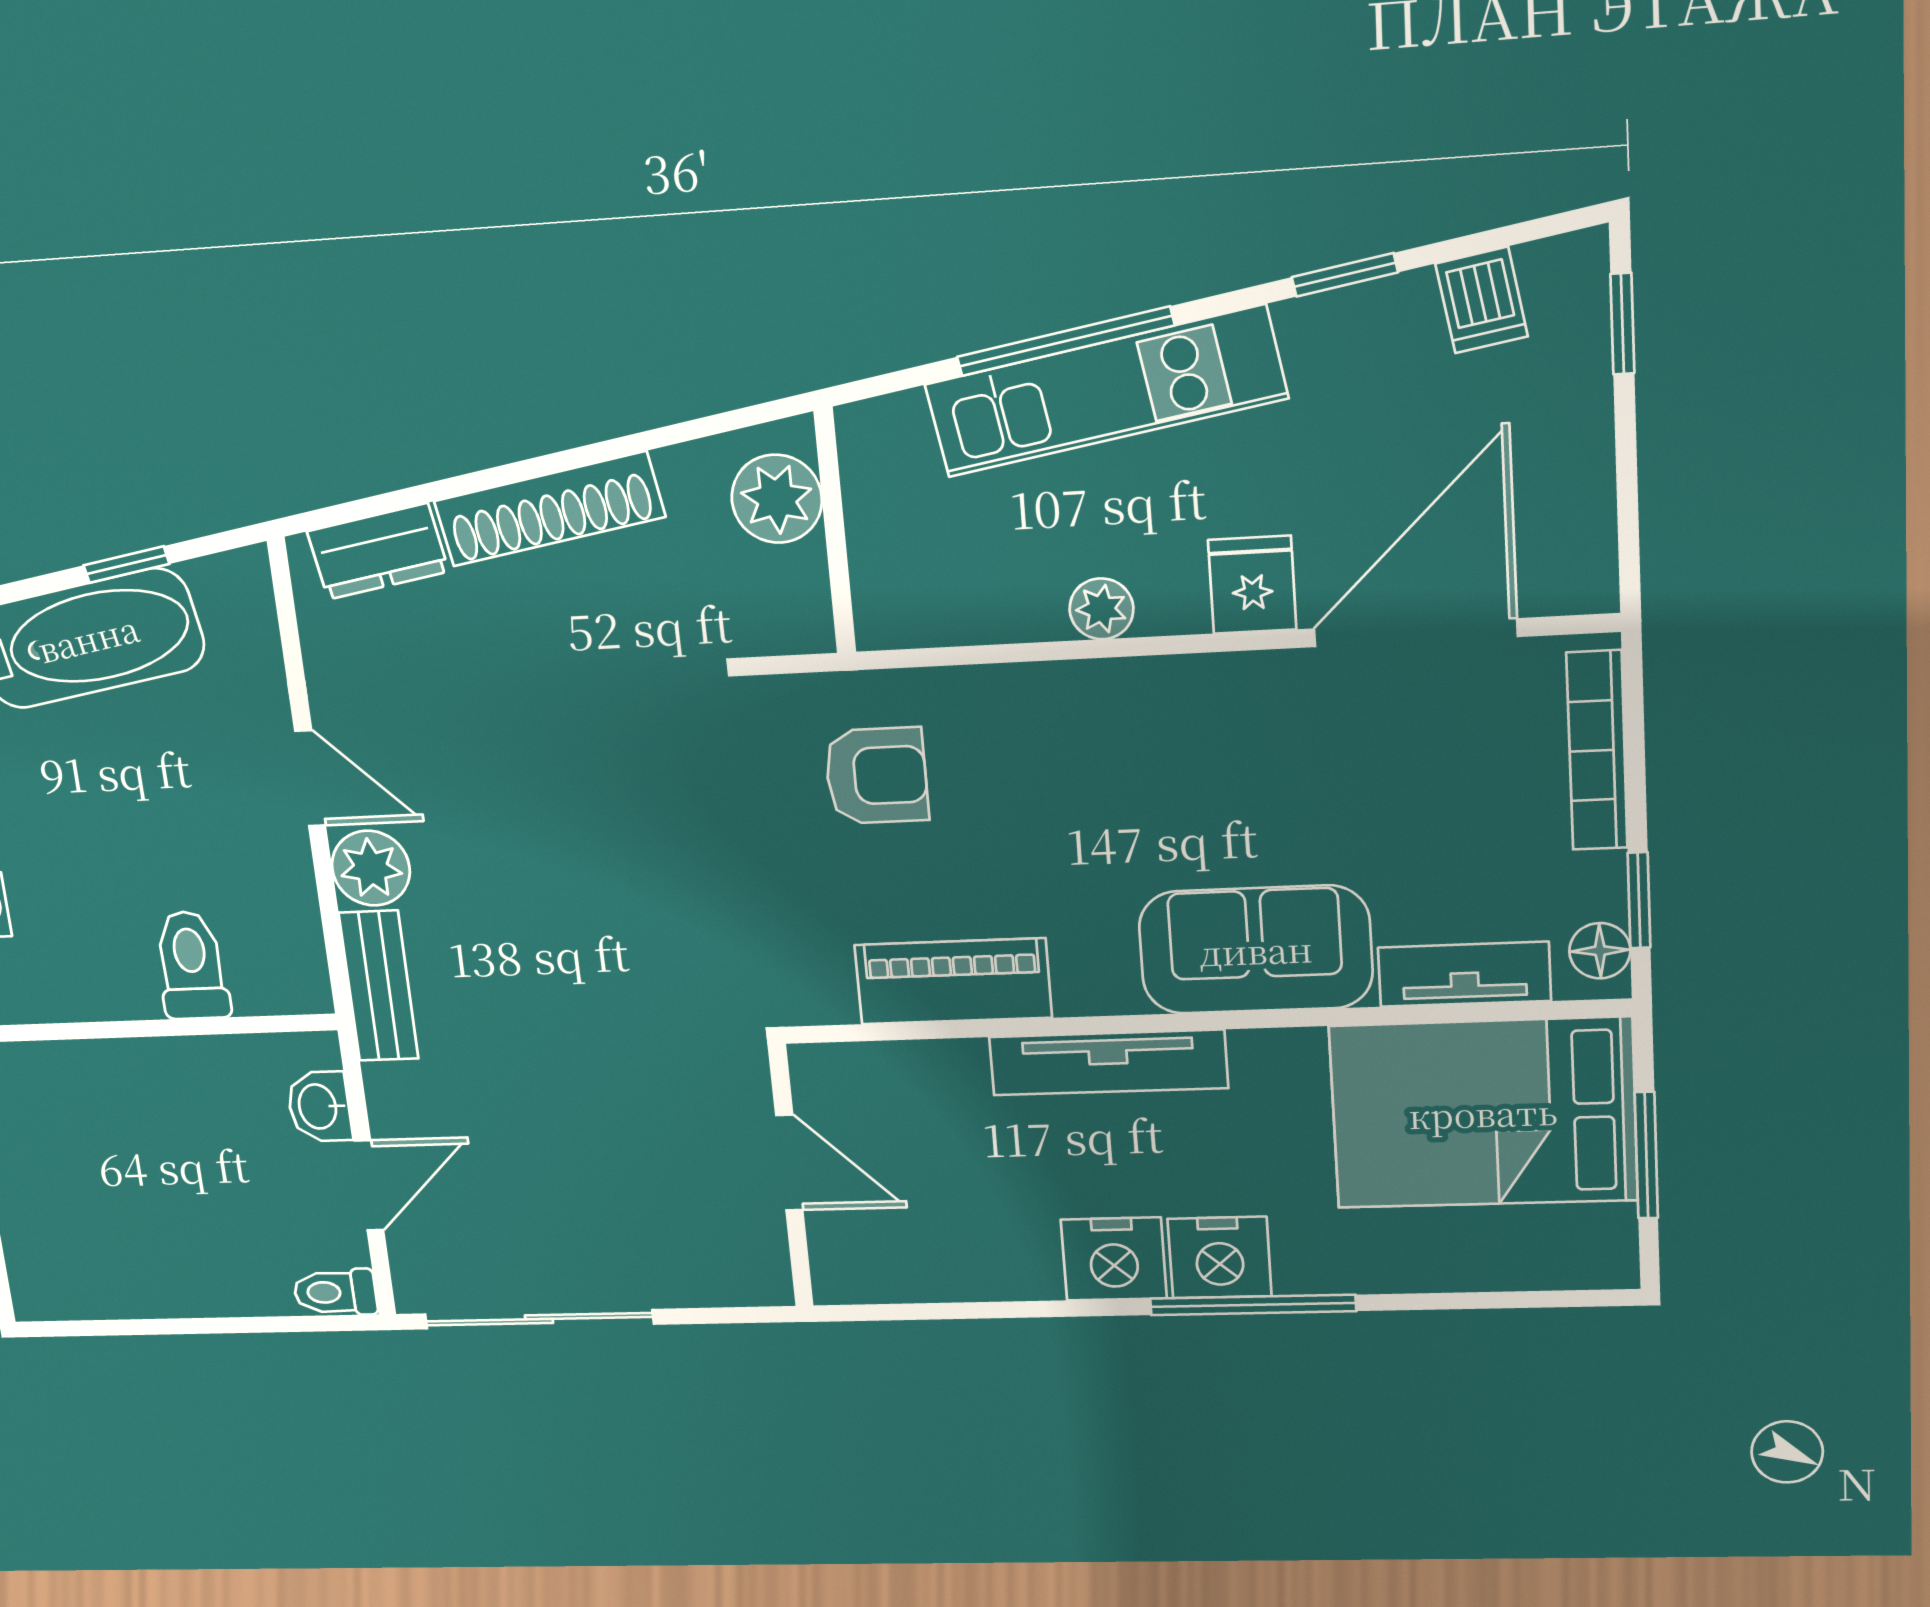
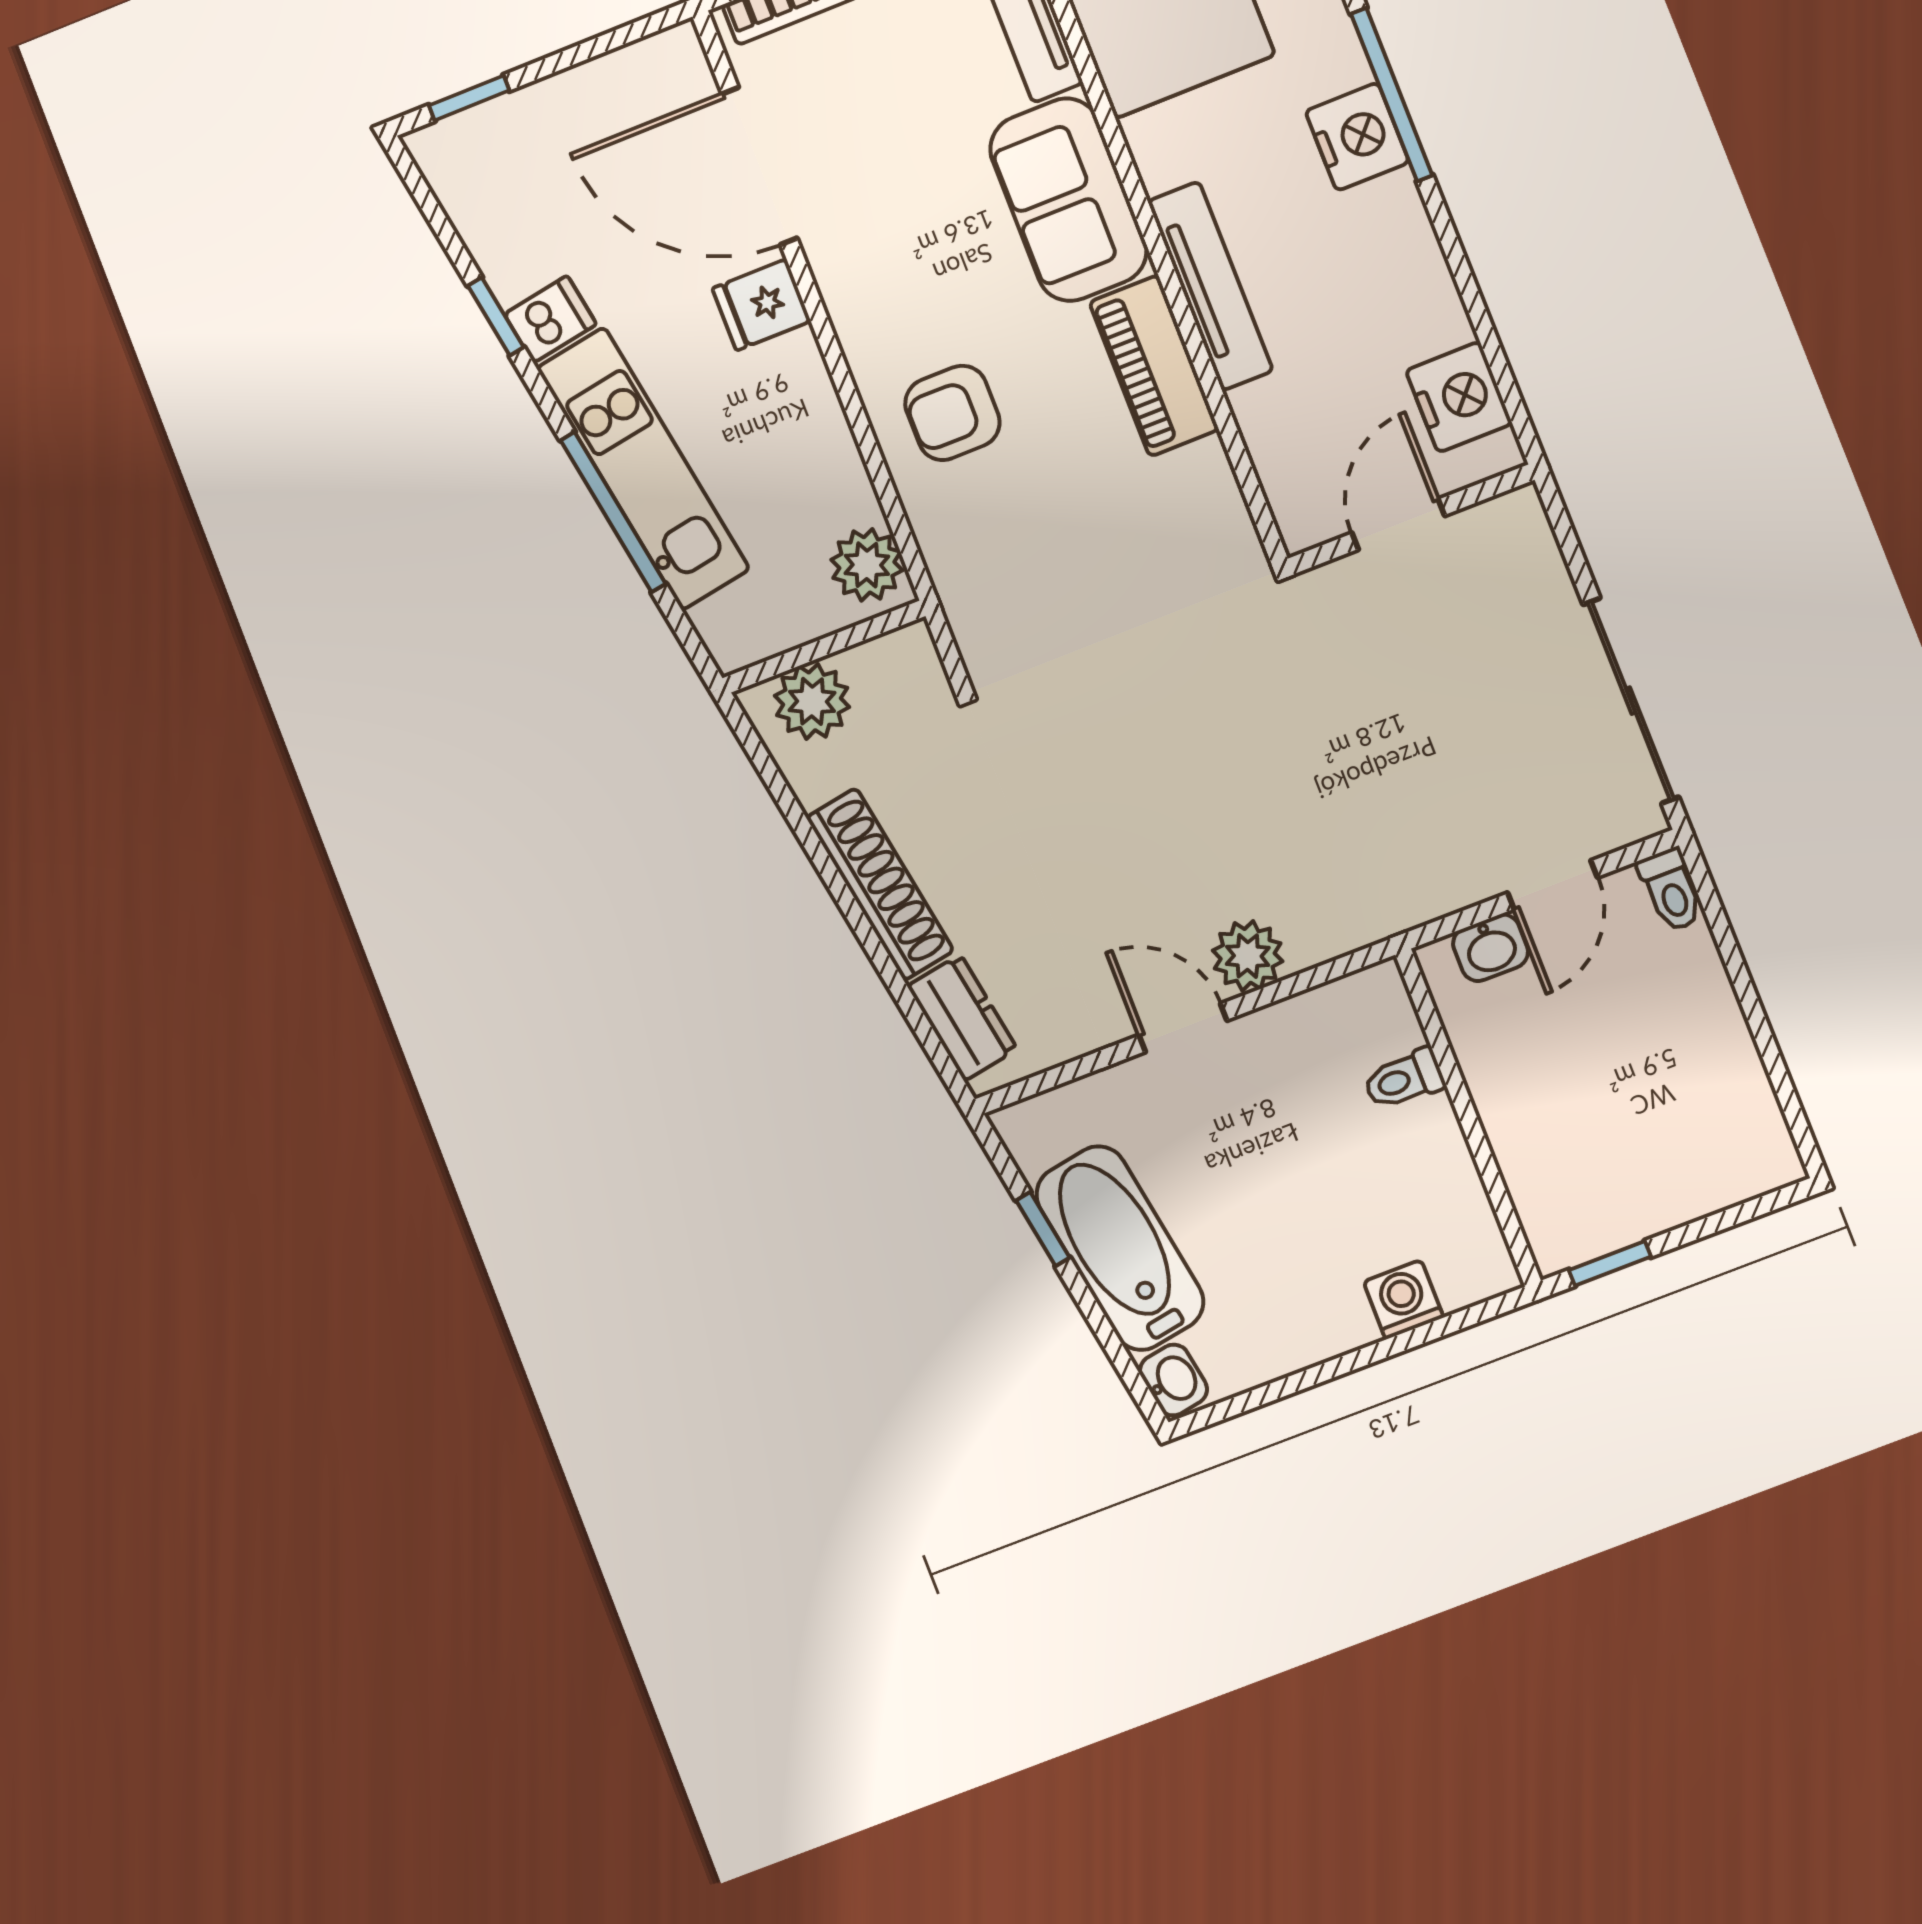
dishwasher: (1482, 300) -> (550, 319), moved
plant: (1101, 609) -> (867, 565), moved, width x1.38, depth x1.38
armchair: (876, 776) -> (952, 413), moved, turned -90
door: (310, 778) -> (1183, 1028), hinge flipped
toilet: (191, 965) -> (1404, 1079), width x0.73, depth x0.72
piano: (953, 981) -> (1154, 366), moved
bench: (379, 986) -> (1356, 923), removed
door: (369, 1185) -> (1552, 885), swing flipped
nightstand: (1114, 1259) -> (1459, 397), moved

